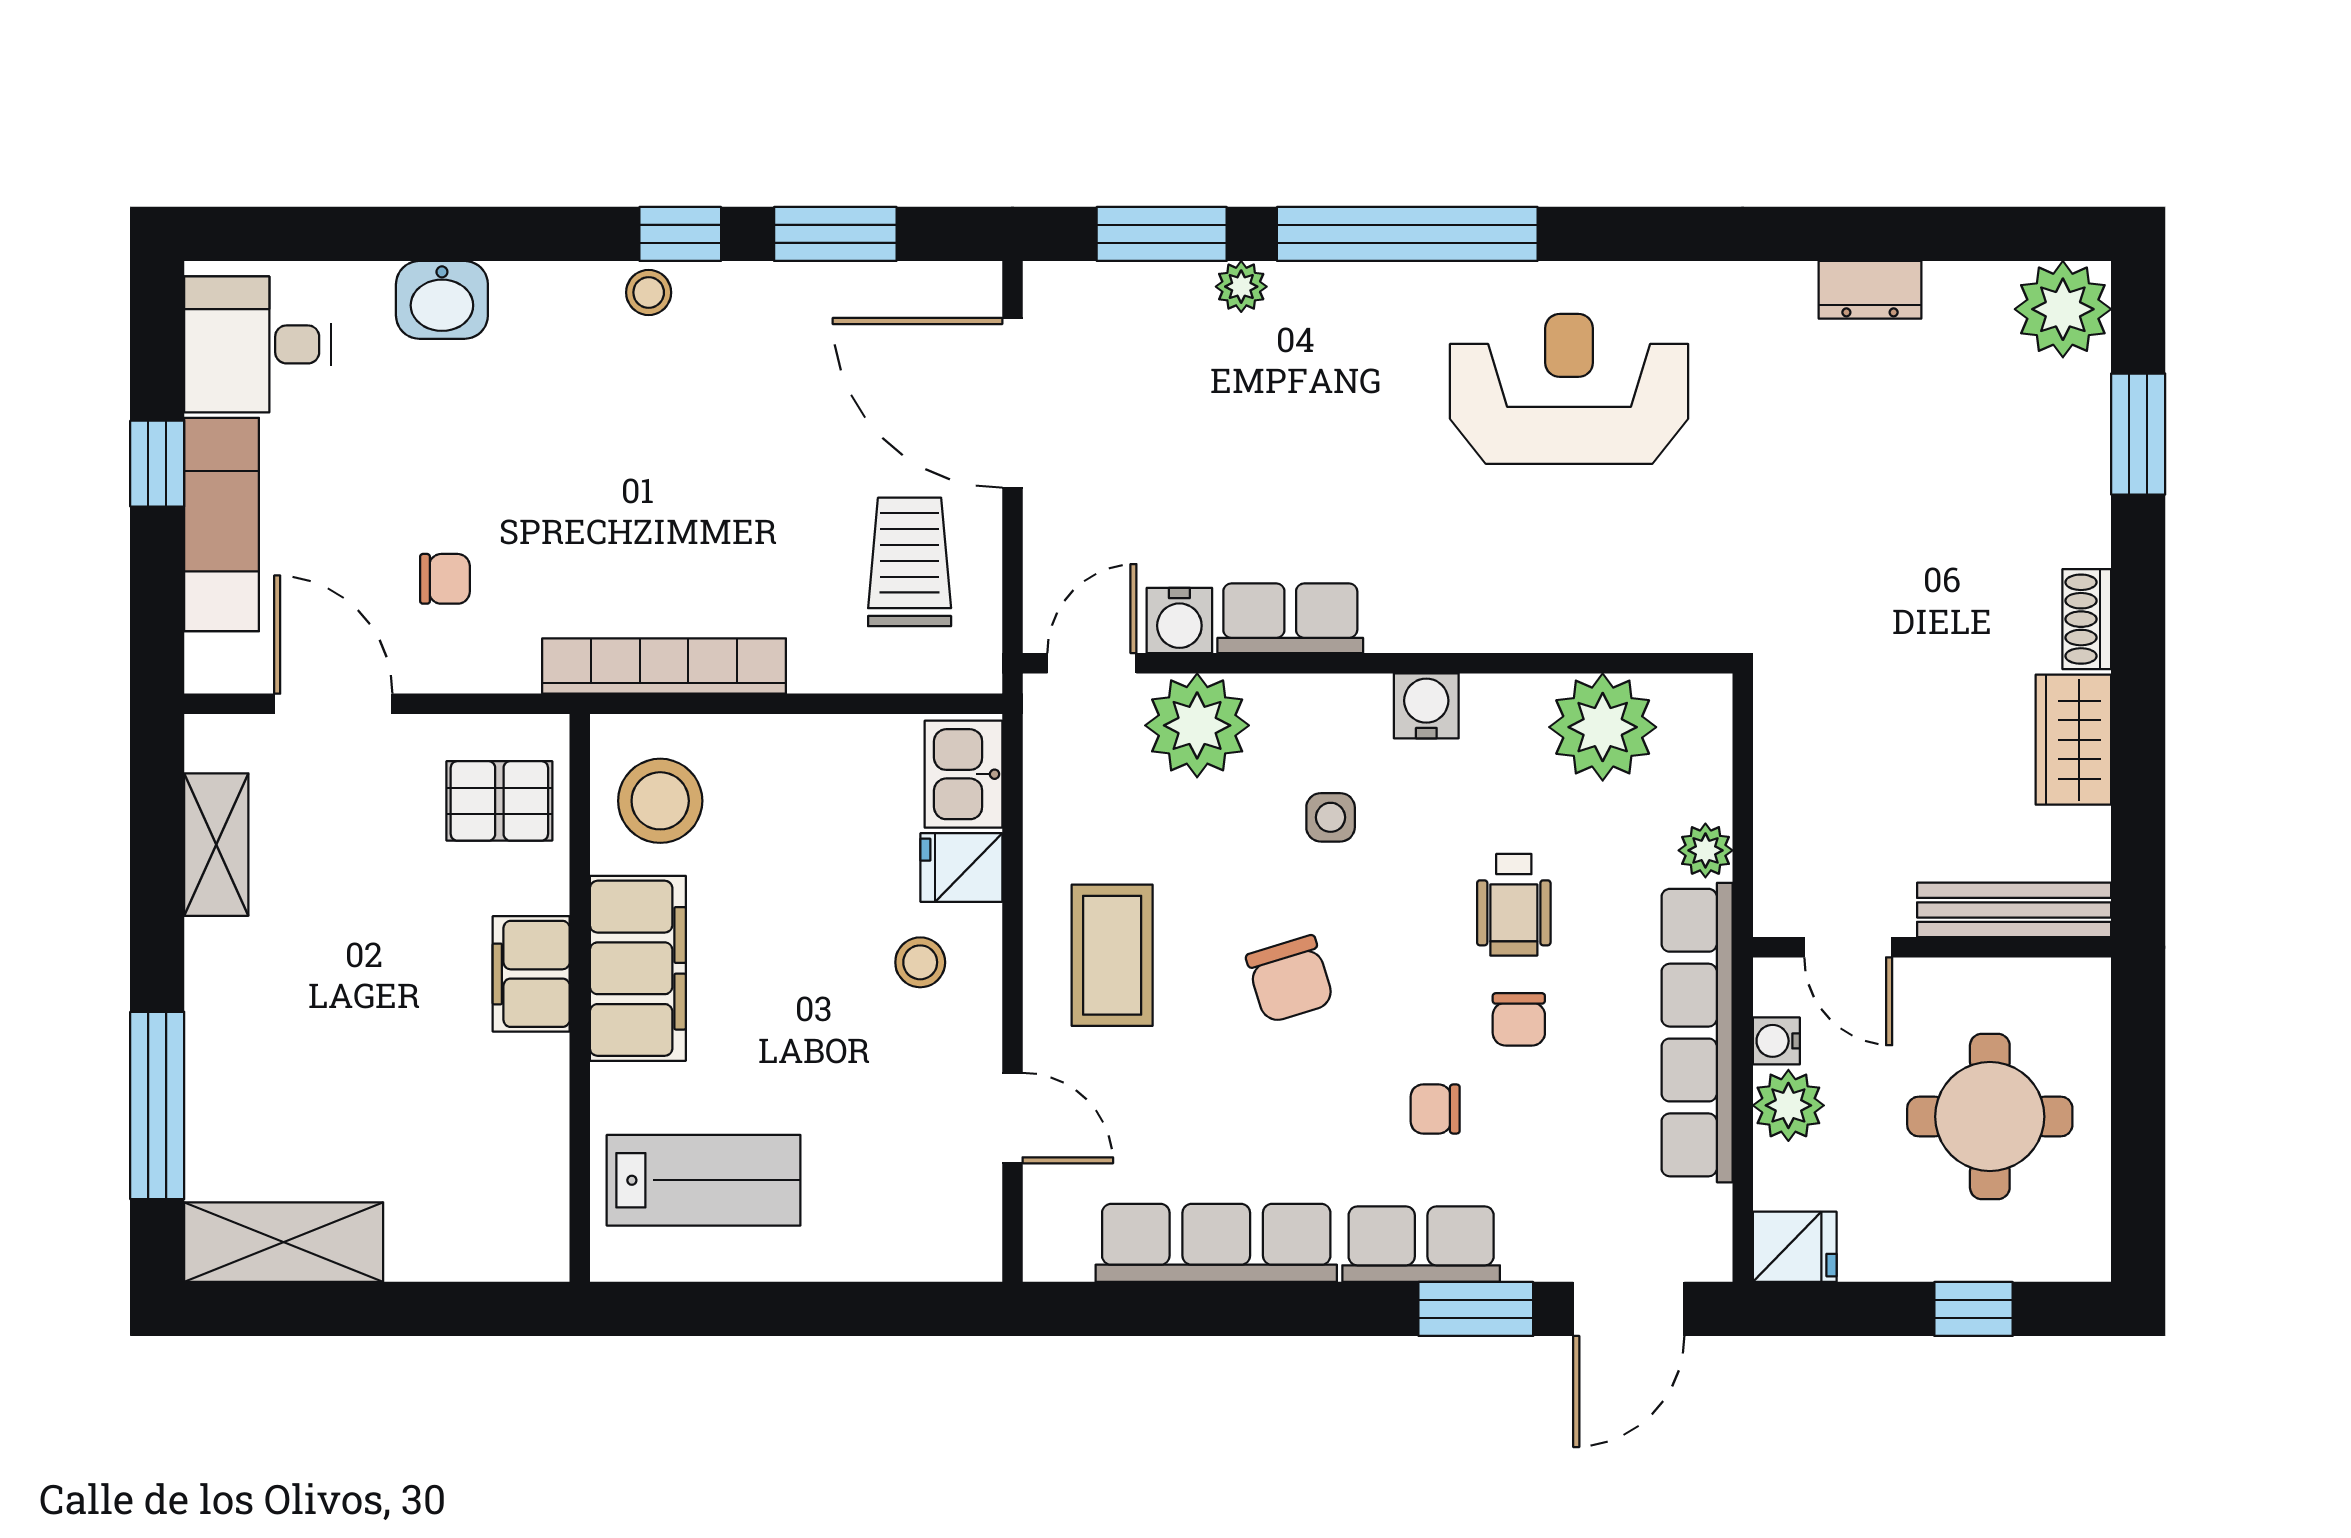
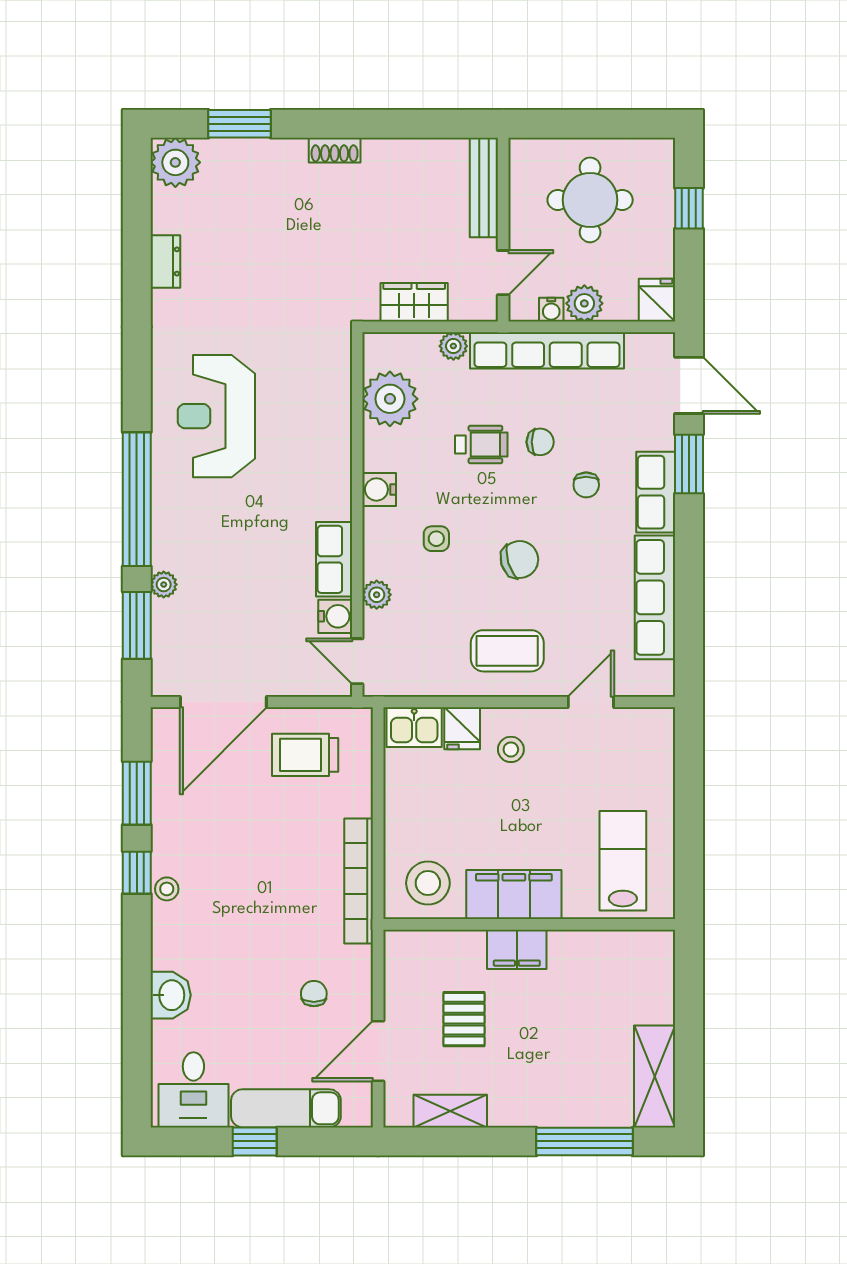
plant: (1197, 725) -> (377, 595), width x0.53, depth x0.53
wardrobe: (2073, 740) -> (414, 302), moved, turned 180
pallet: (499, 801) -> (464, 1019), moved

